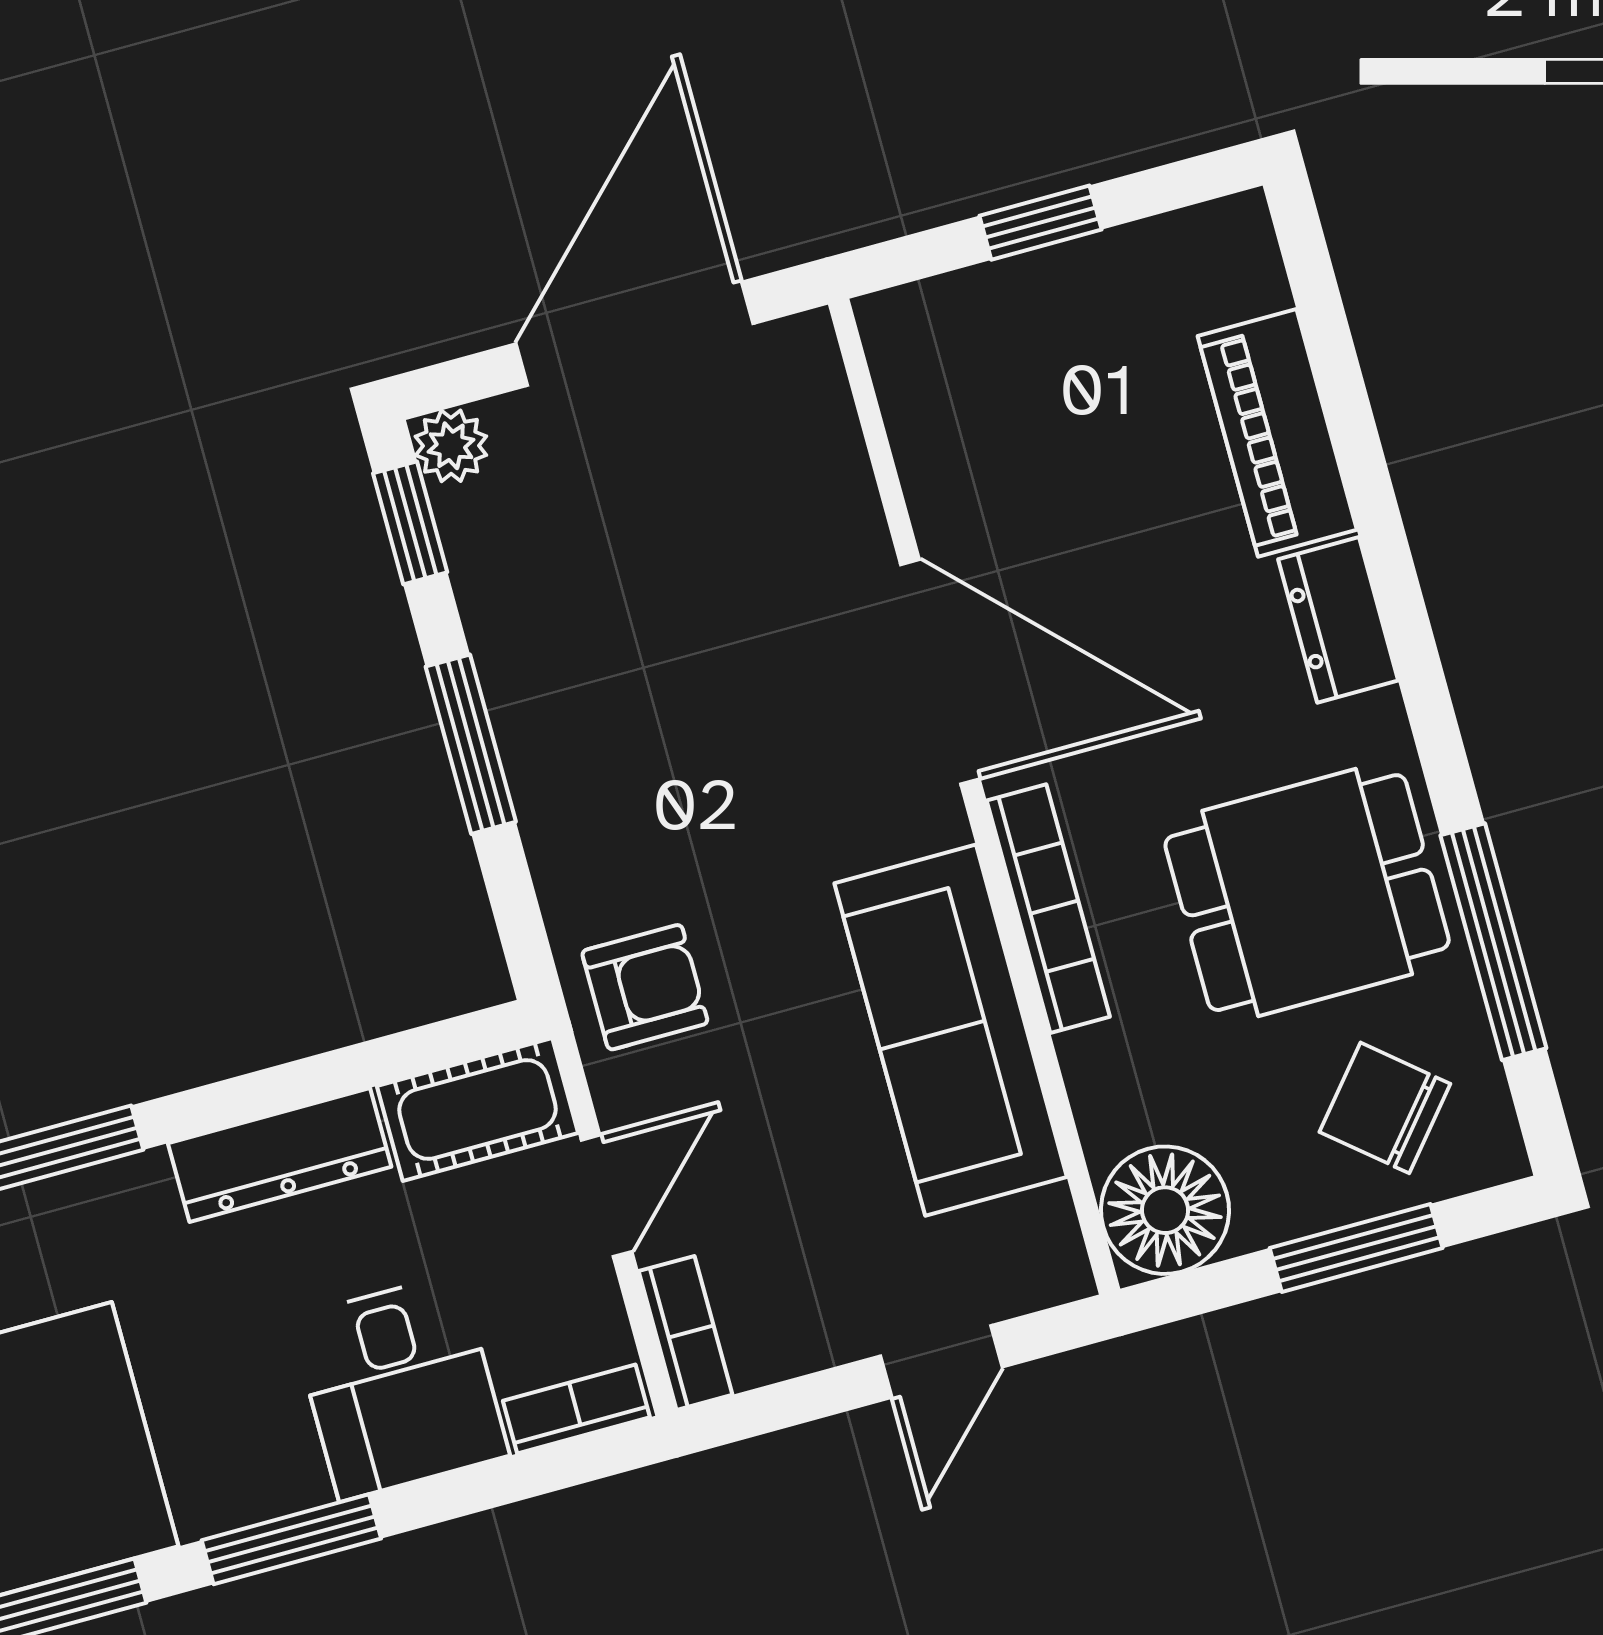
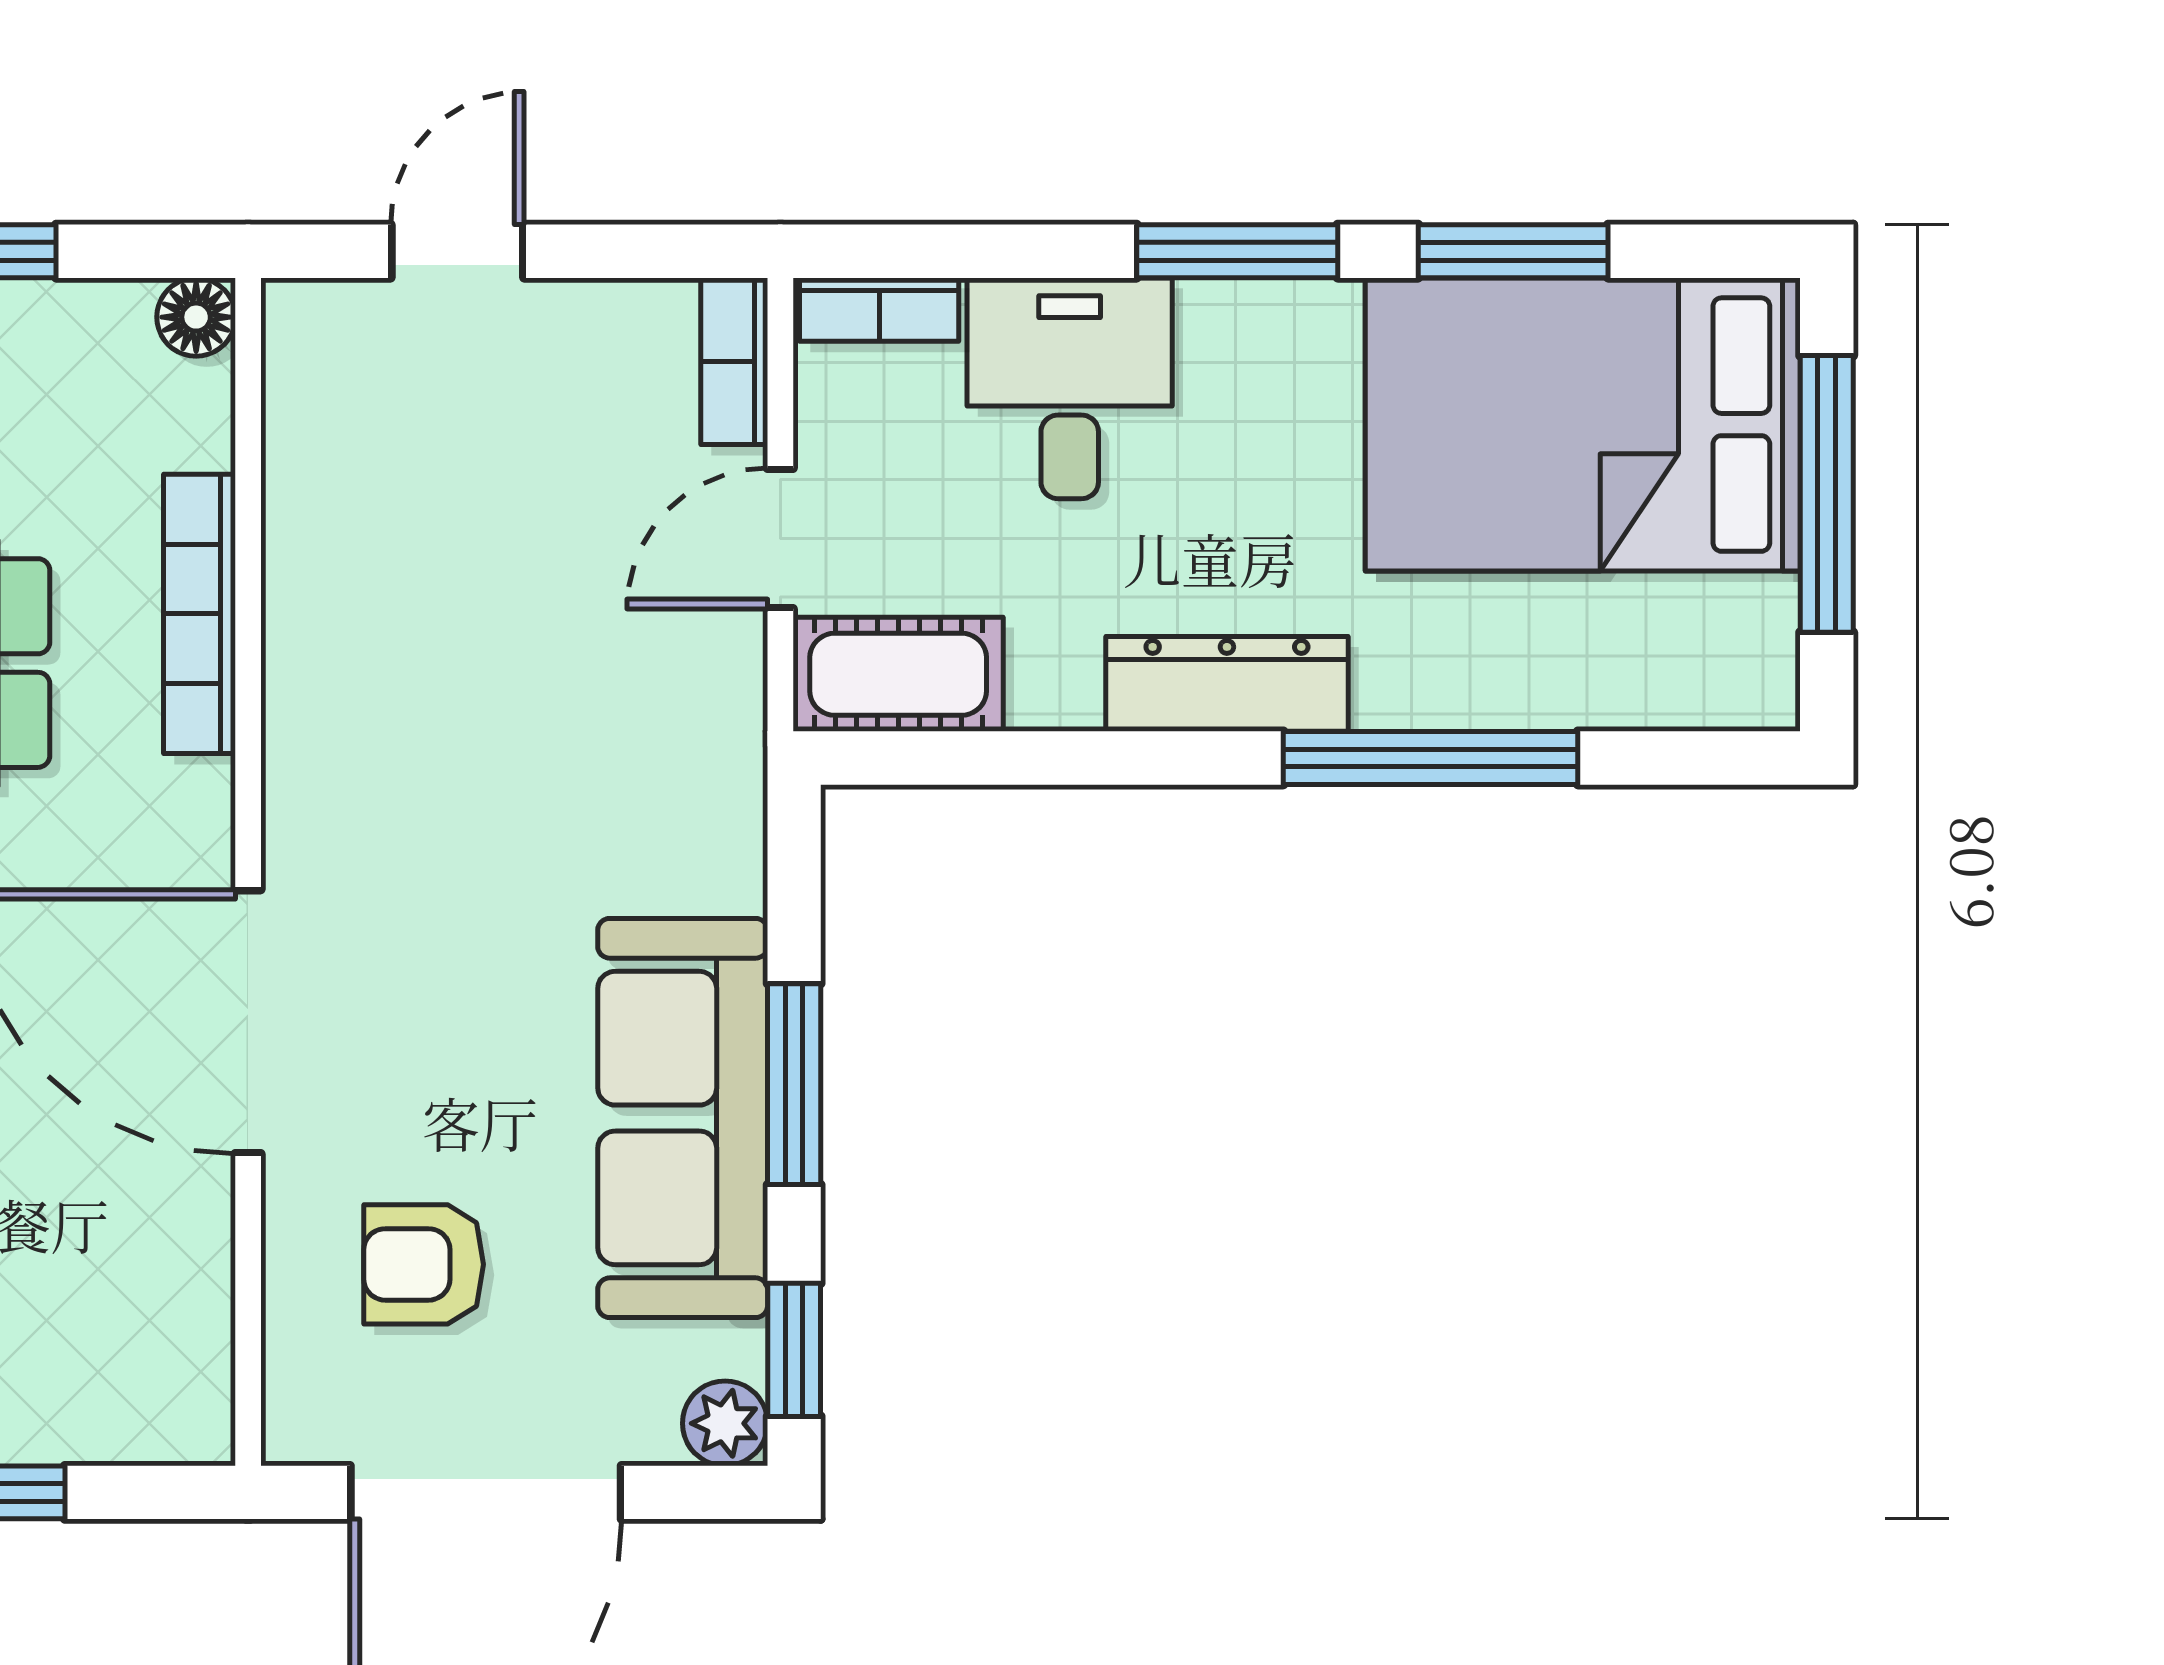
bookcase: (1048, 909) -> (200, 614), moved
armchair: (645, 987) -> (424, 1264), moved
sofa: (951, 1030) -> (683, 1118), moved, turned 180
dresser: (280, 1155) -> (1227, 684), moved
floor lamp: (1165, 1210) -> (196, 317), width x0.53, depth x0.53

